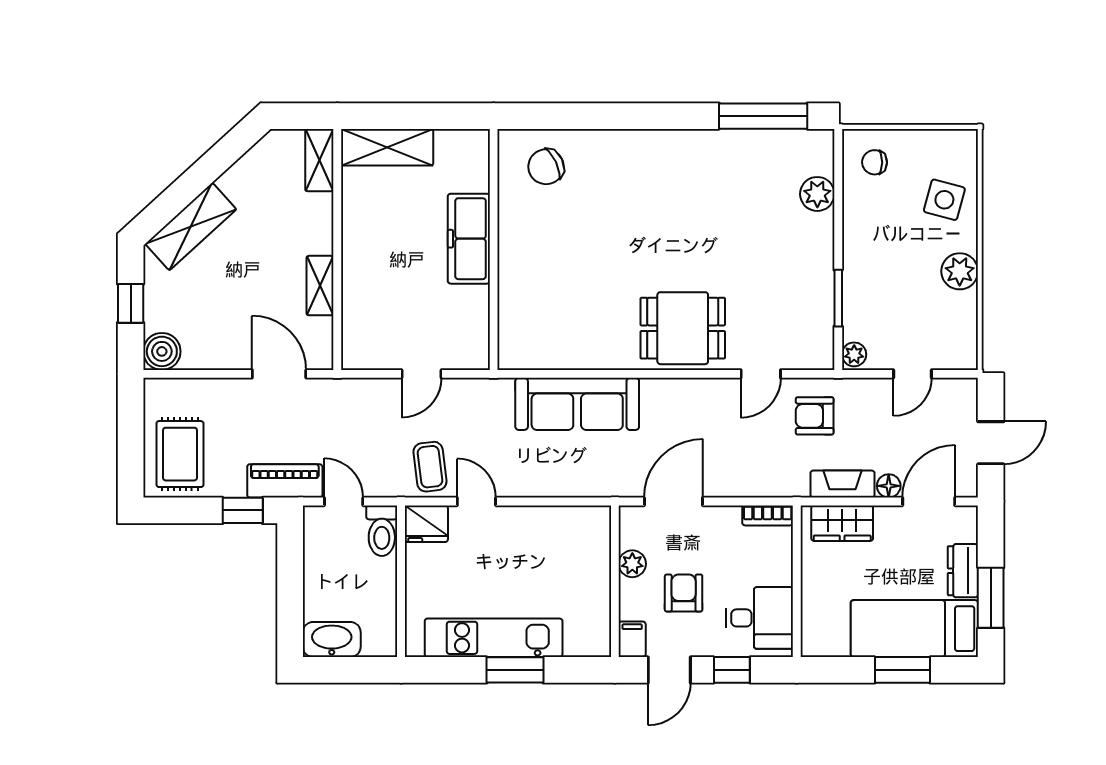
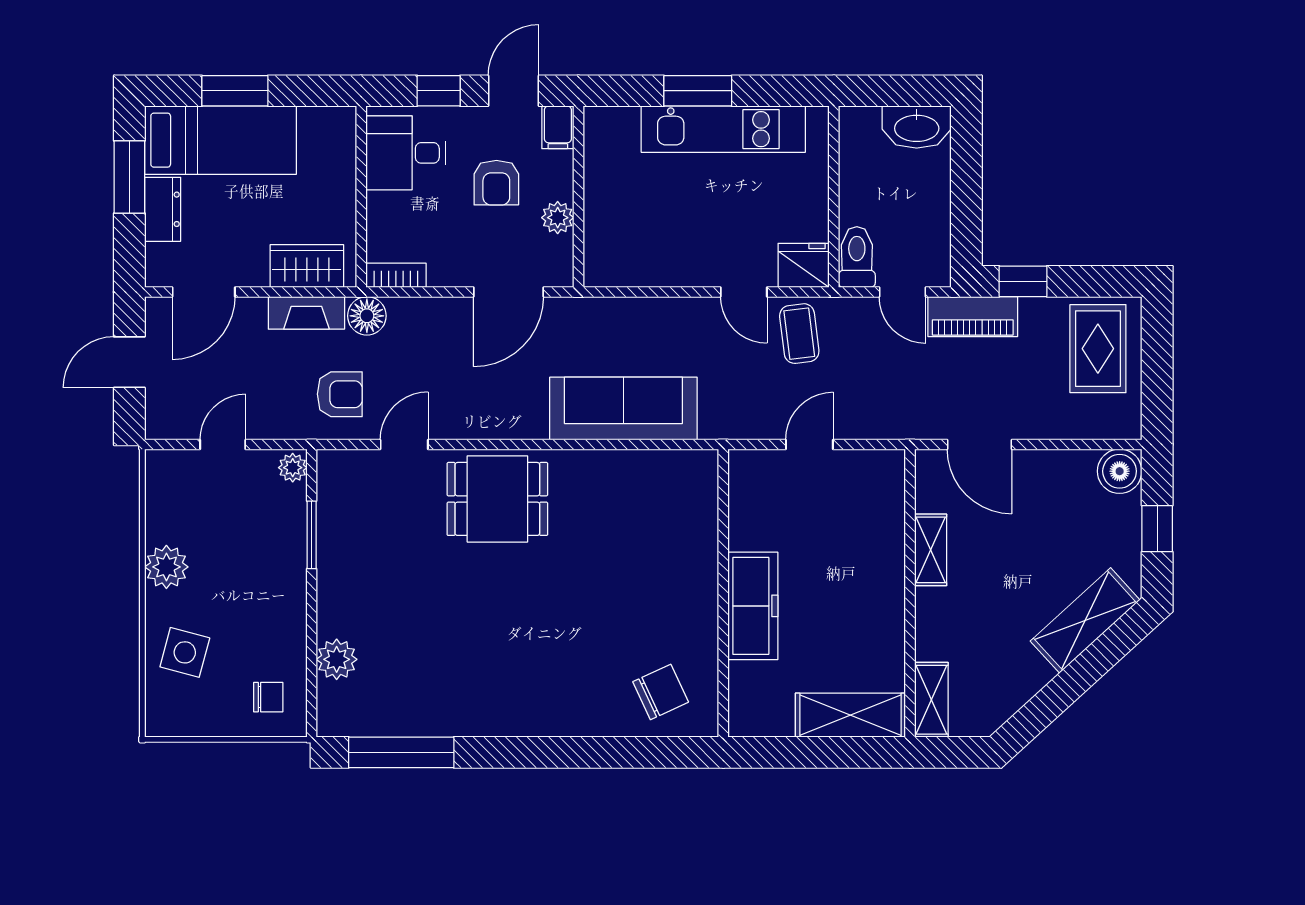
floor lamp: (889, 486) -> (367, 316), moved, width x1.37, depth x1.37

